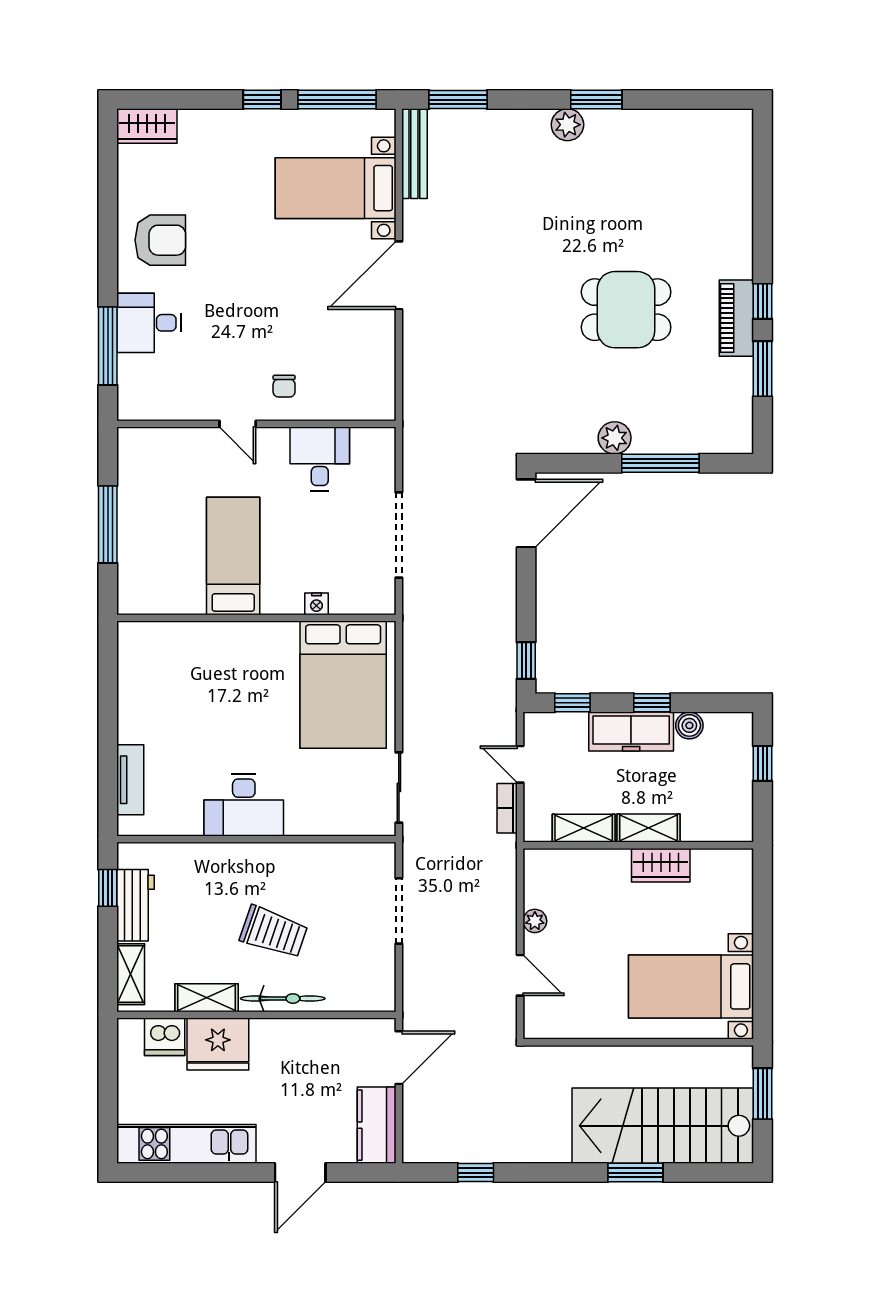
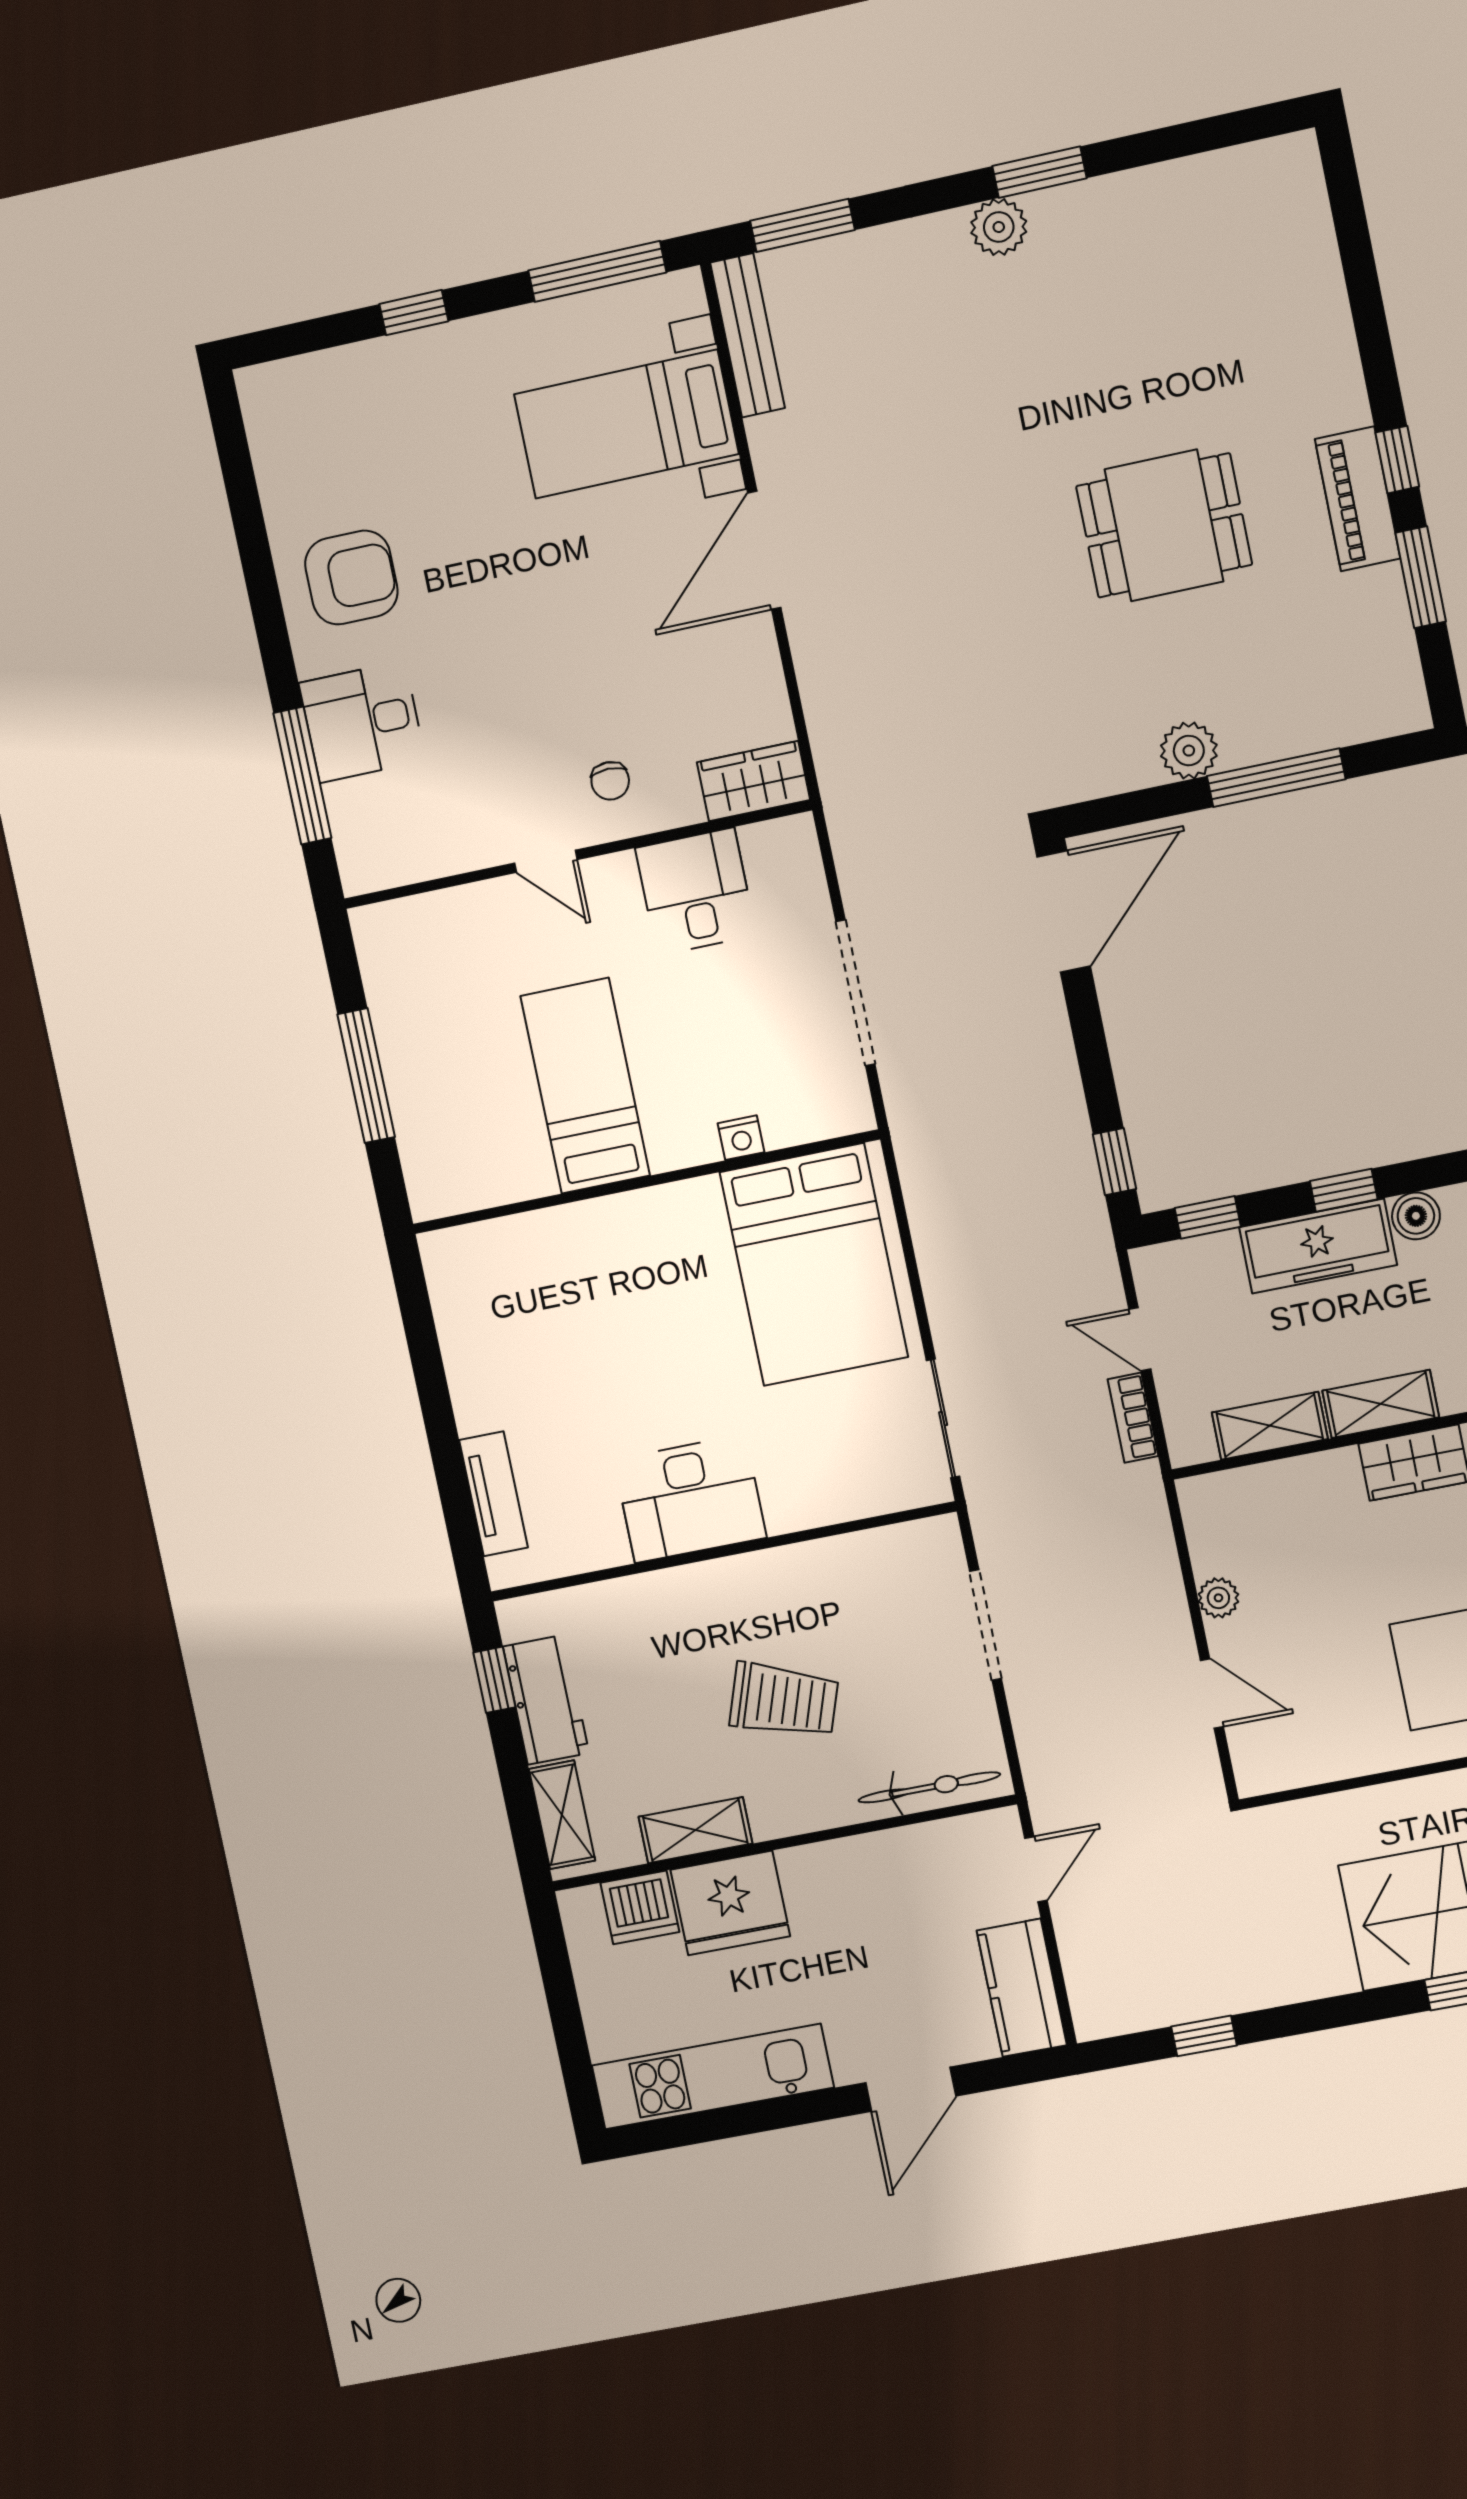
window: (262, 100) -> (414, 313), moved
wardrobe: (147, 126) -> (753, 781), moved, turned 180
bicycle: (283, 999) -> (929, 1787), moved
door: (399, 1058) -> (1036, 1869), width x0.73

